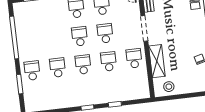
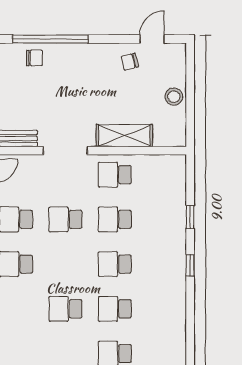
school desk: (80, 36) -> (65, 309), moved
stool: (169, 87) -> (174, 97), moved

